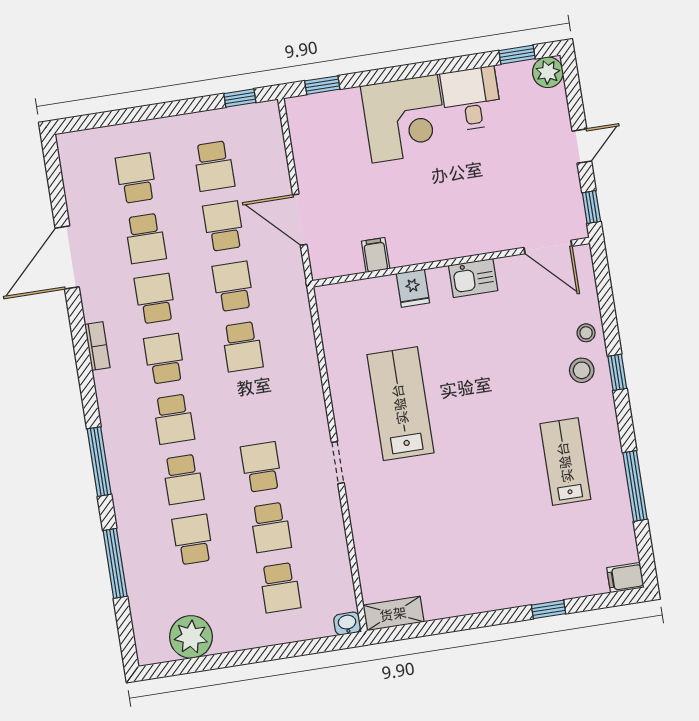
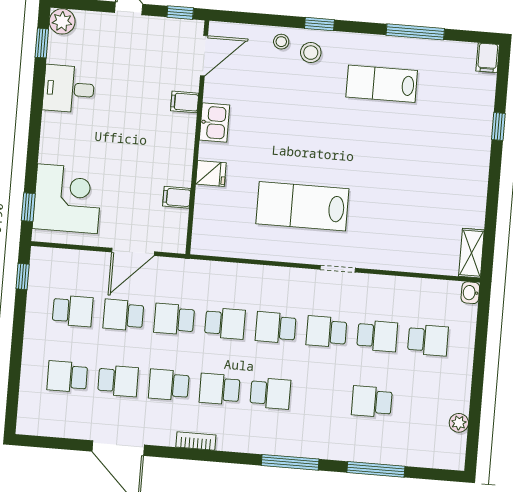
corner desk: (405, 119) -> (67, 199), moved
filing cabinet: (489, 237) -> (185, 102), added
school desk: (183, 479) -> (276, 328), moved, turned 180
plant: (191, 637) -> (459, 423), width x0.53, depth x0.53

